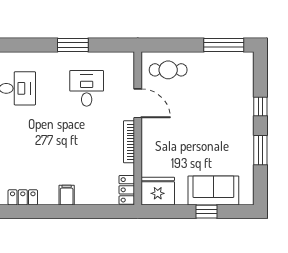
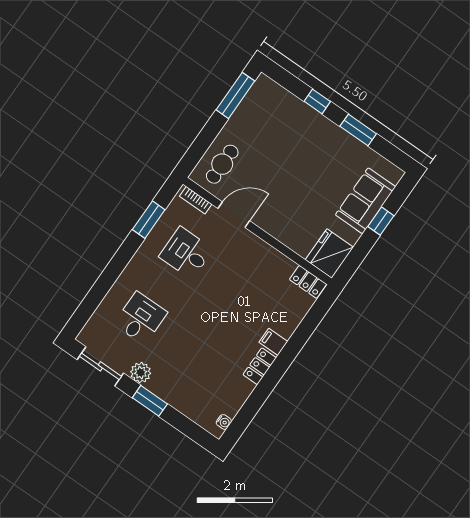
window: (73, 45) -> (149, 220), moved
bookcase: (129, 142) -> (196, 200), moved, width x0.64
locker: (23, 197) -> (260, 366), moved

